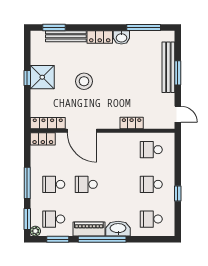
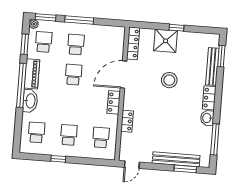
window: (178, 73) -> (185, 169), moved
shower: (42, 77) -> (166, 41), moved
locker: (43, 139) -> (114, 102), moved

